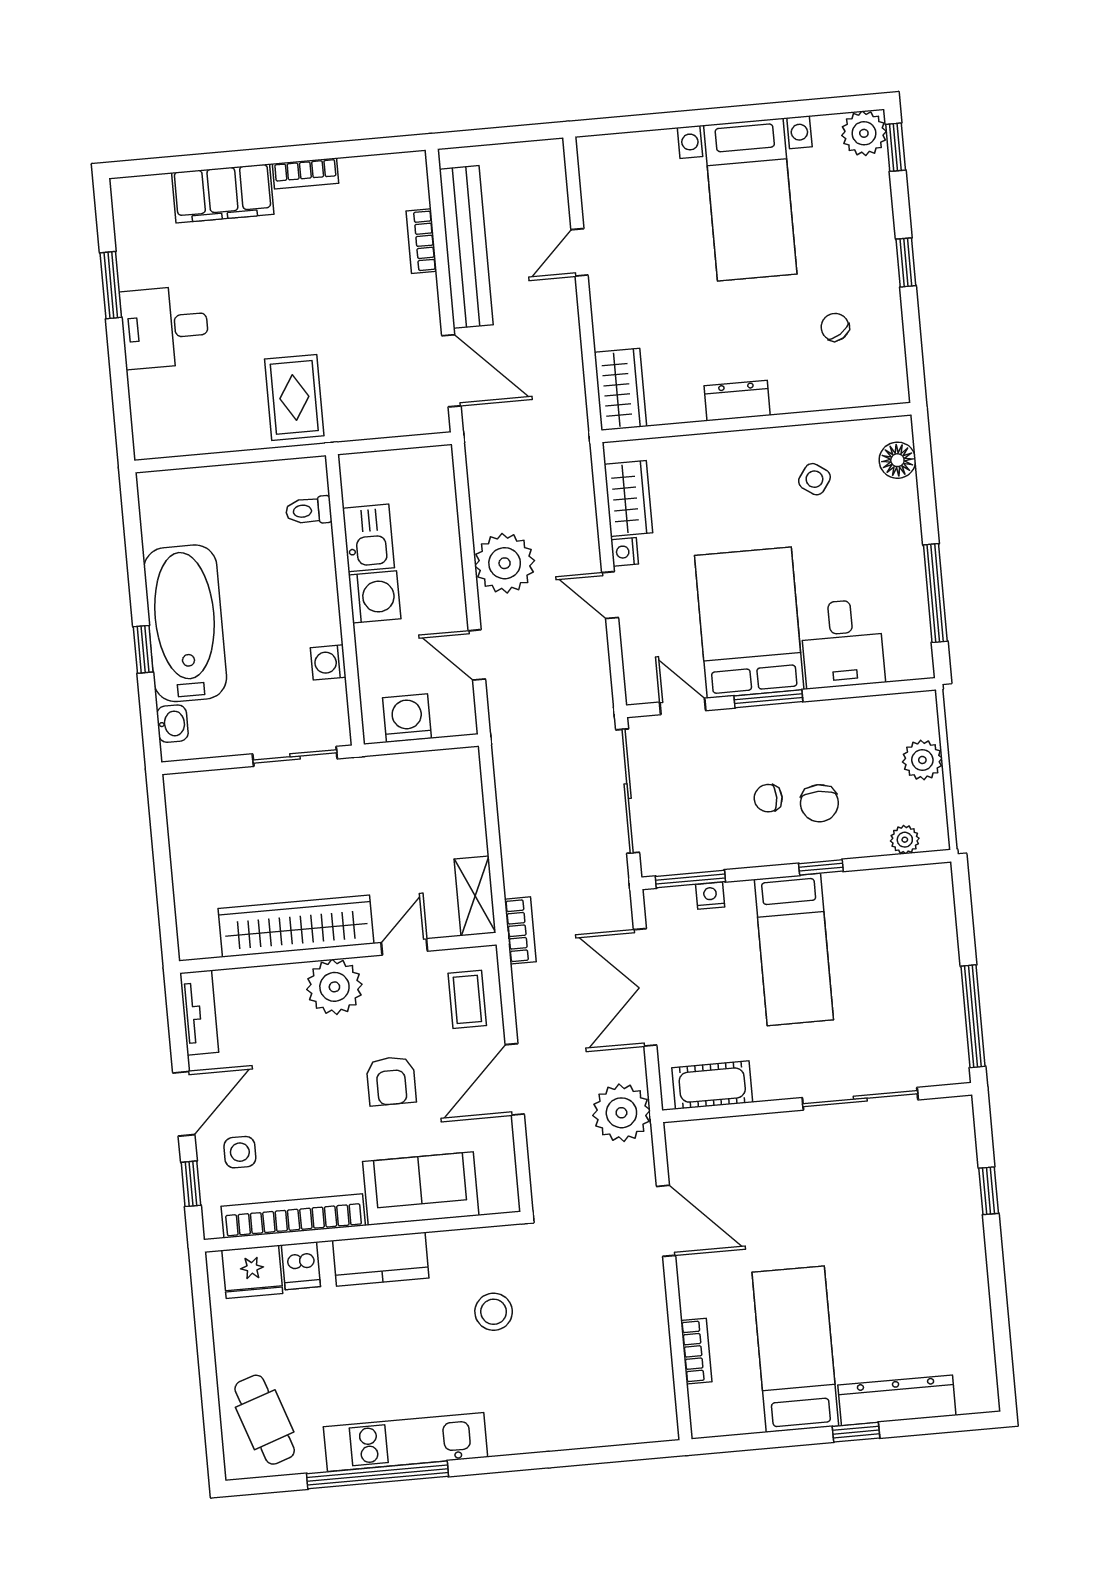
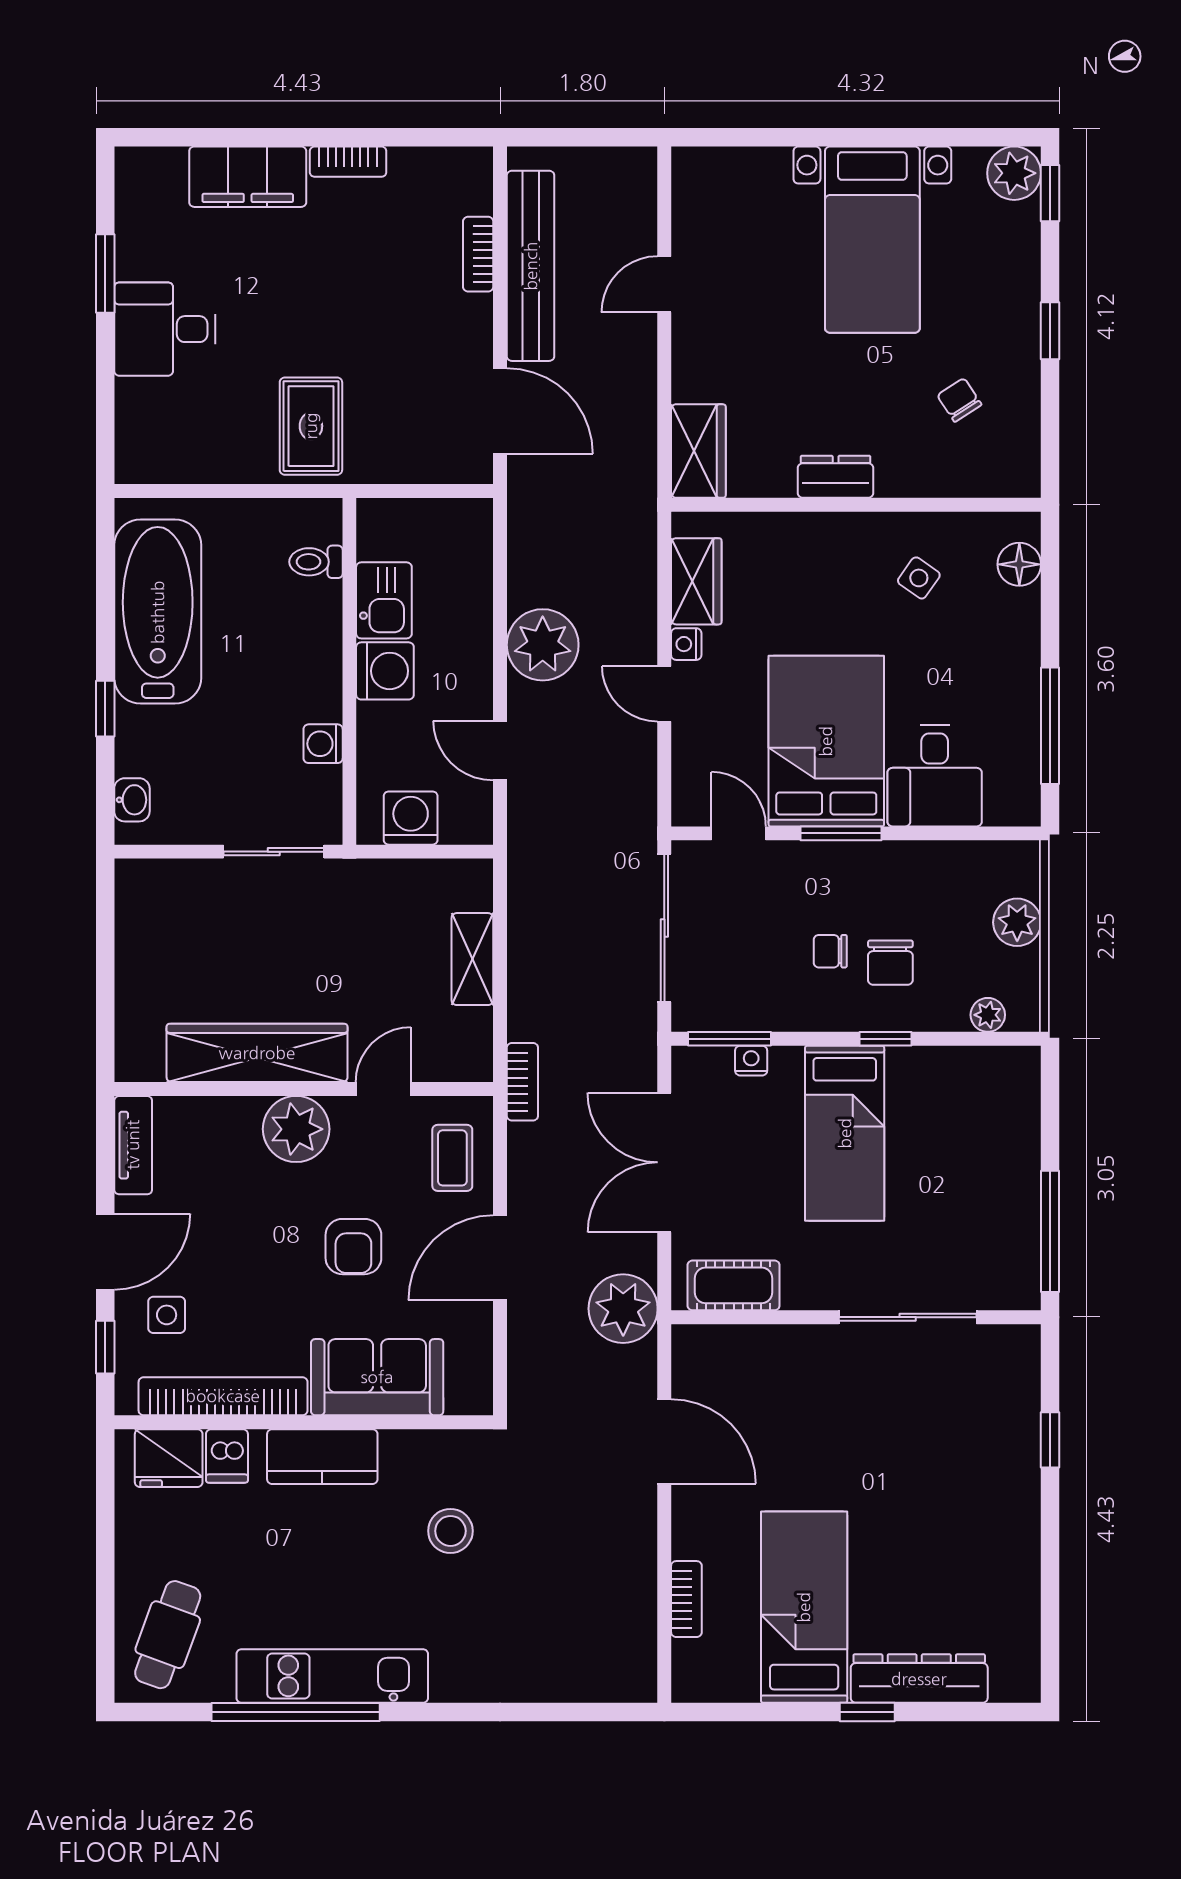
bathtub: (185, 623) -> (158, 612), moved
shelving: (475, 896) -> (472, 959), moved
cafe table: (265, 1420) -> (168, 1635), turned 39

